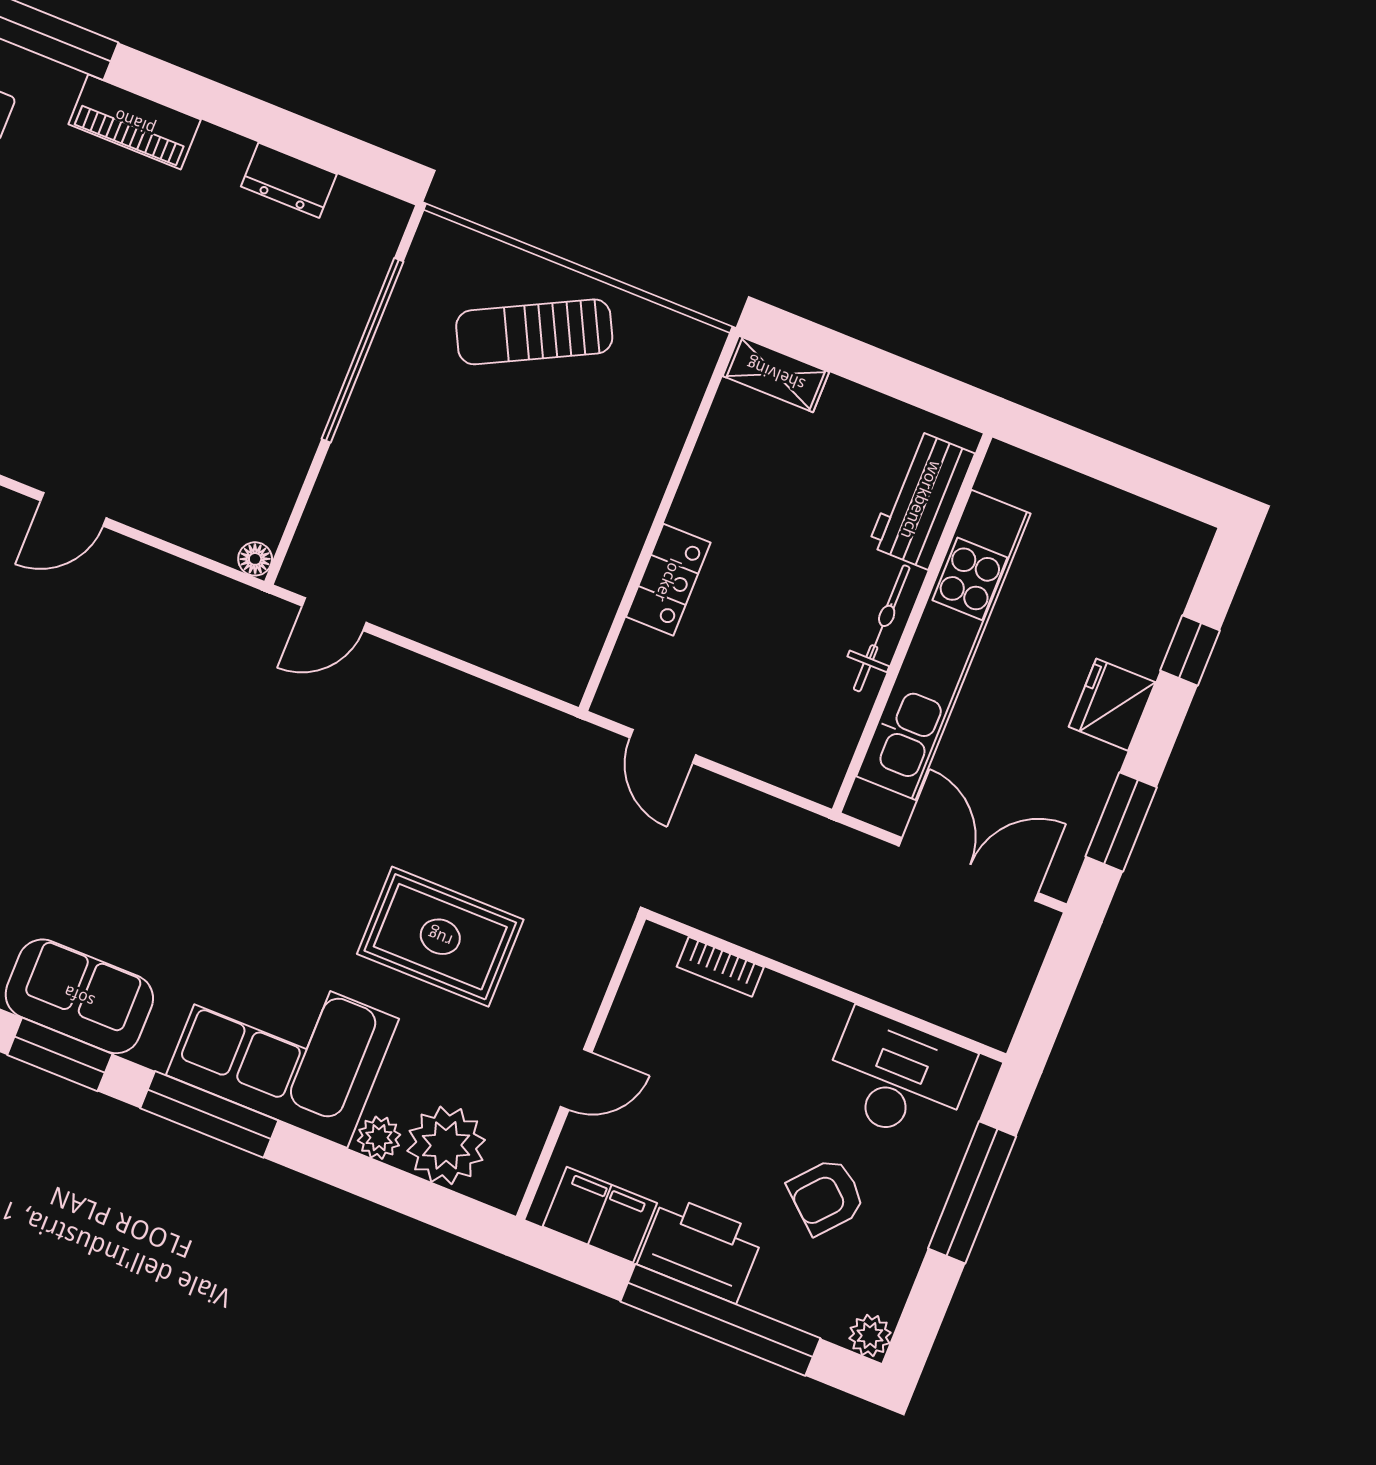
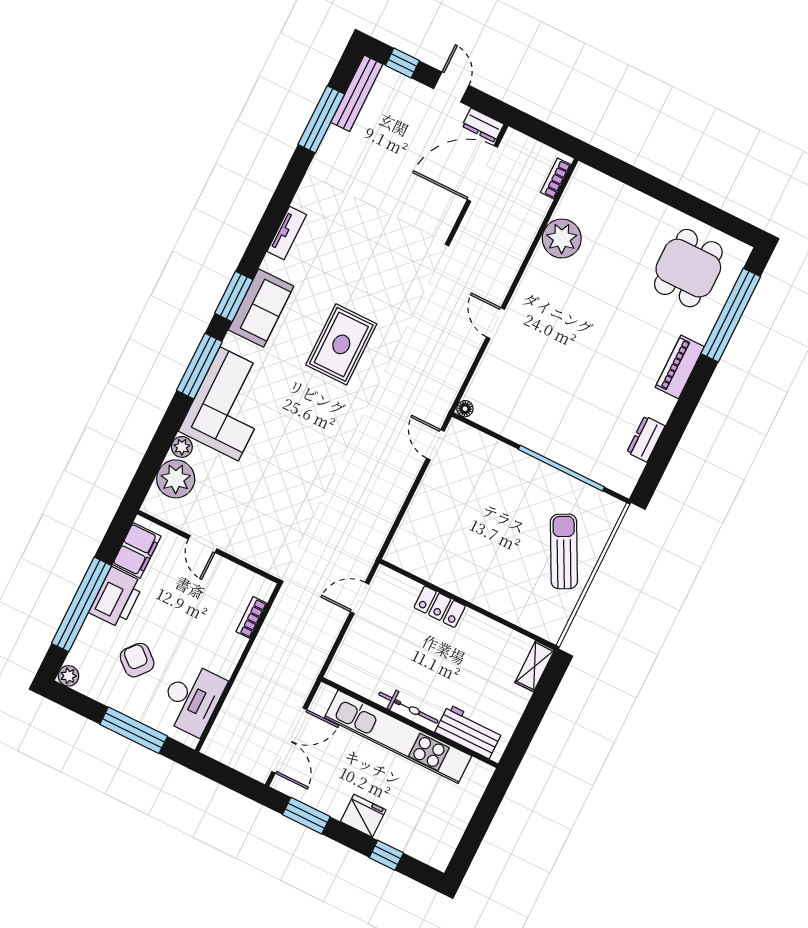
rug: (440, 937) -> (341, 344), moved

